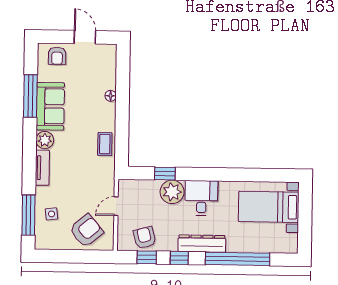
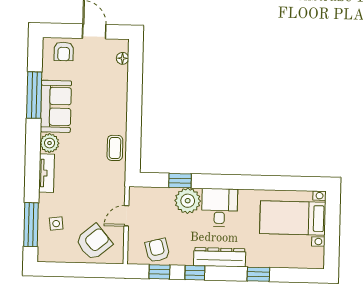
floor lamp: (111, 96) -> (123, 58), moved
window: (238, 259) -> (258, 274), width x0.32

